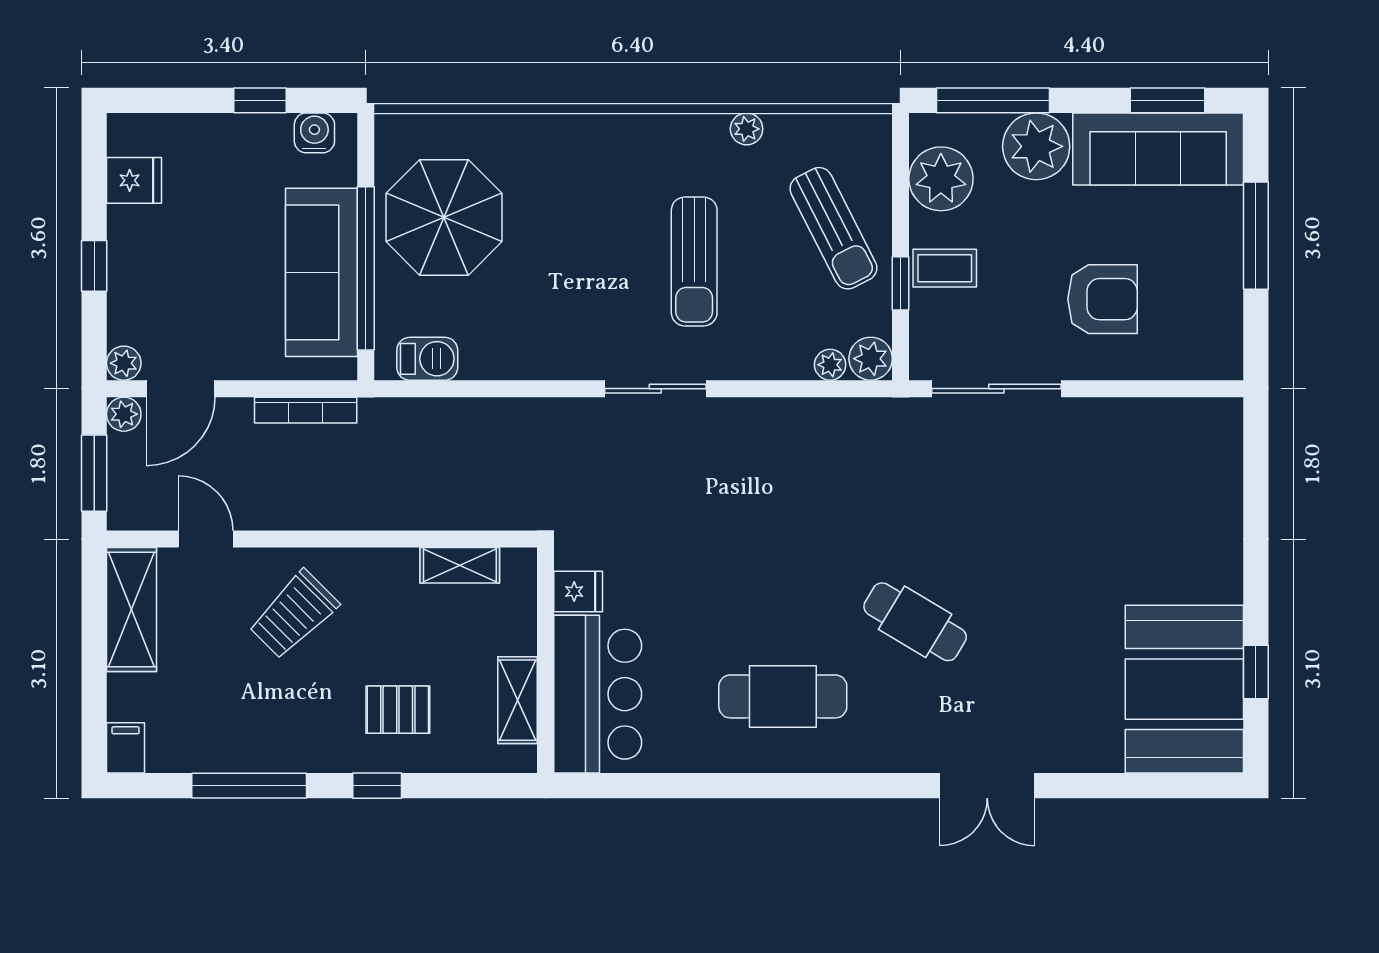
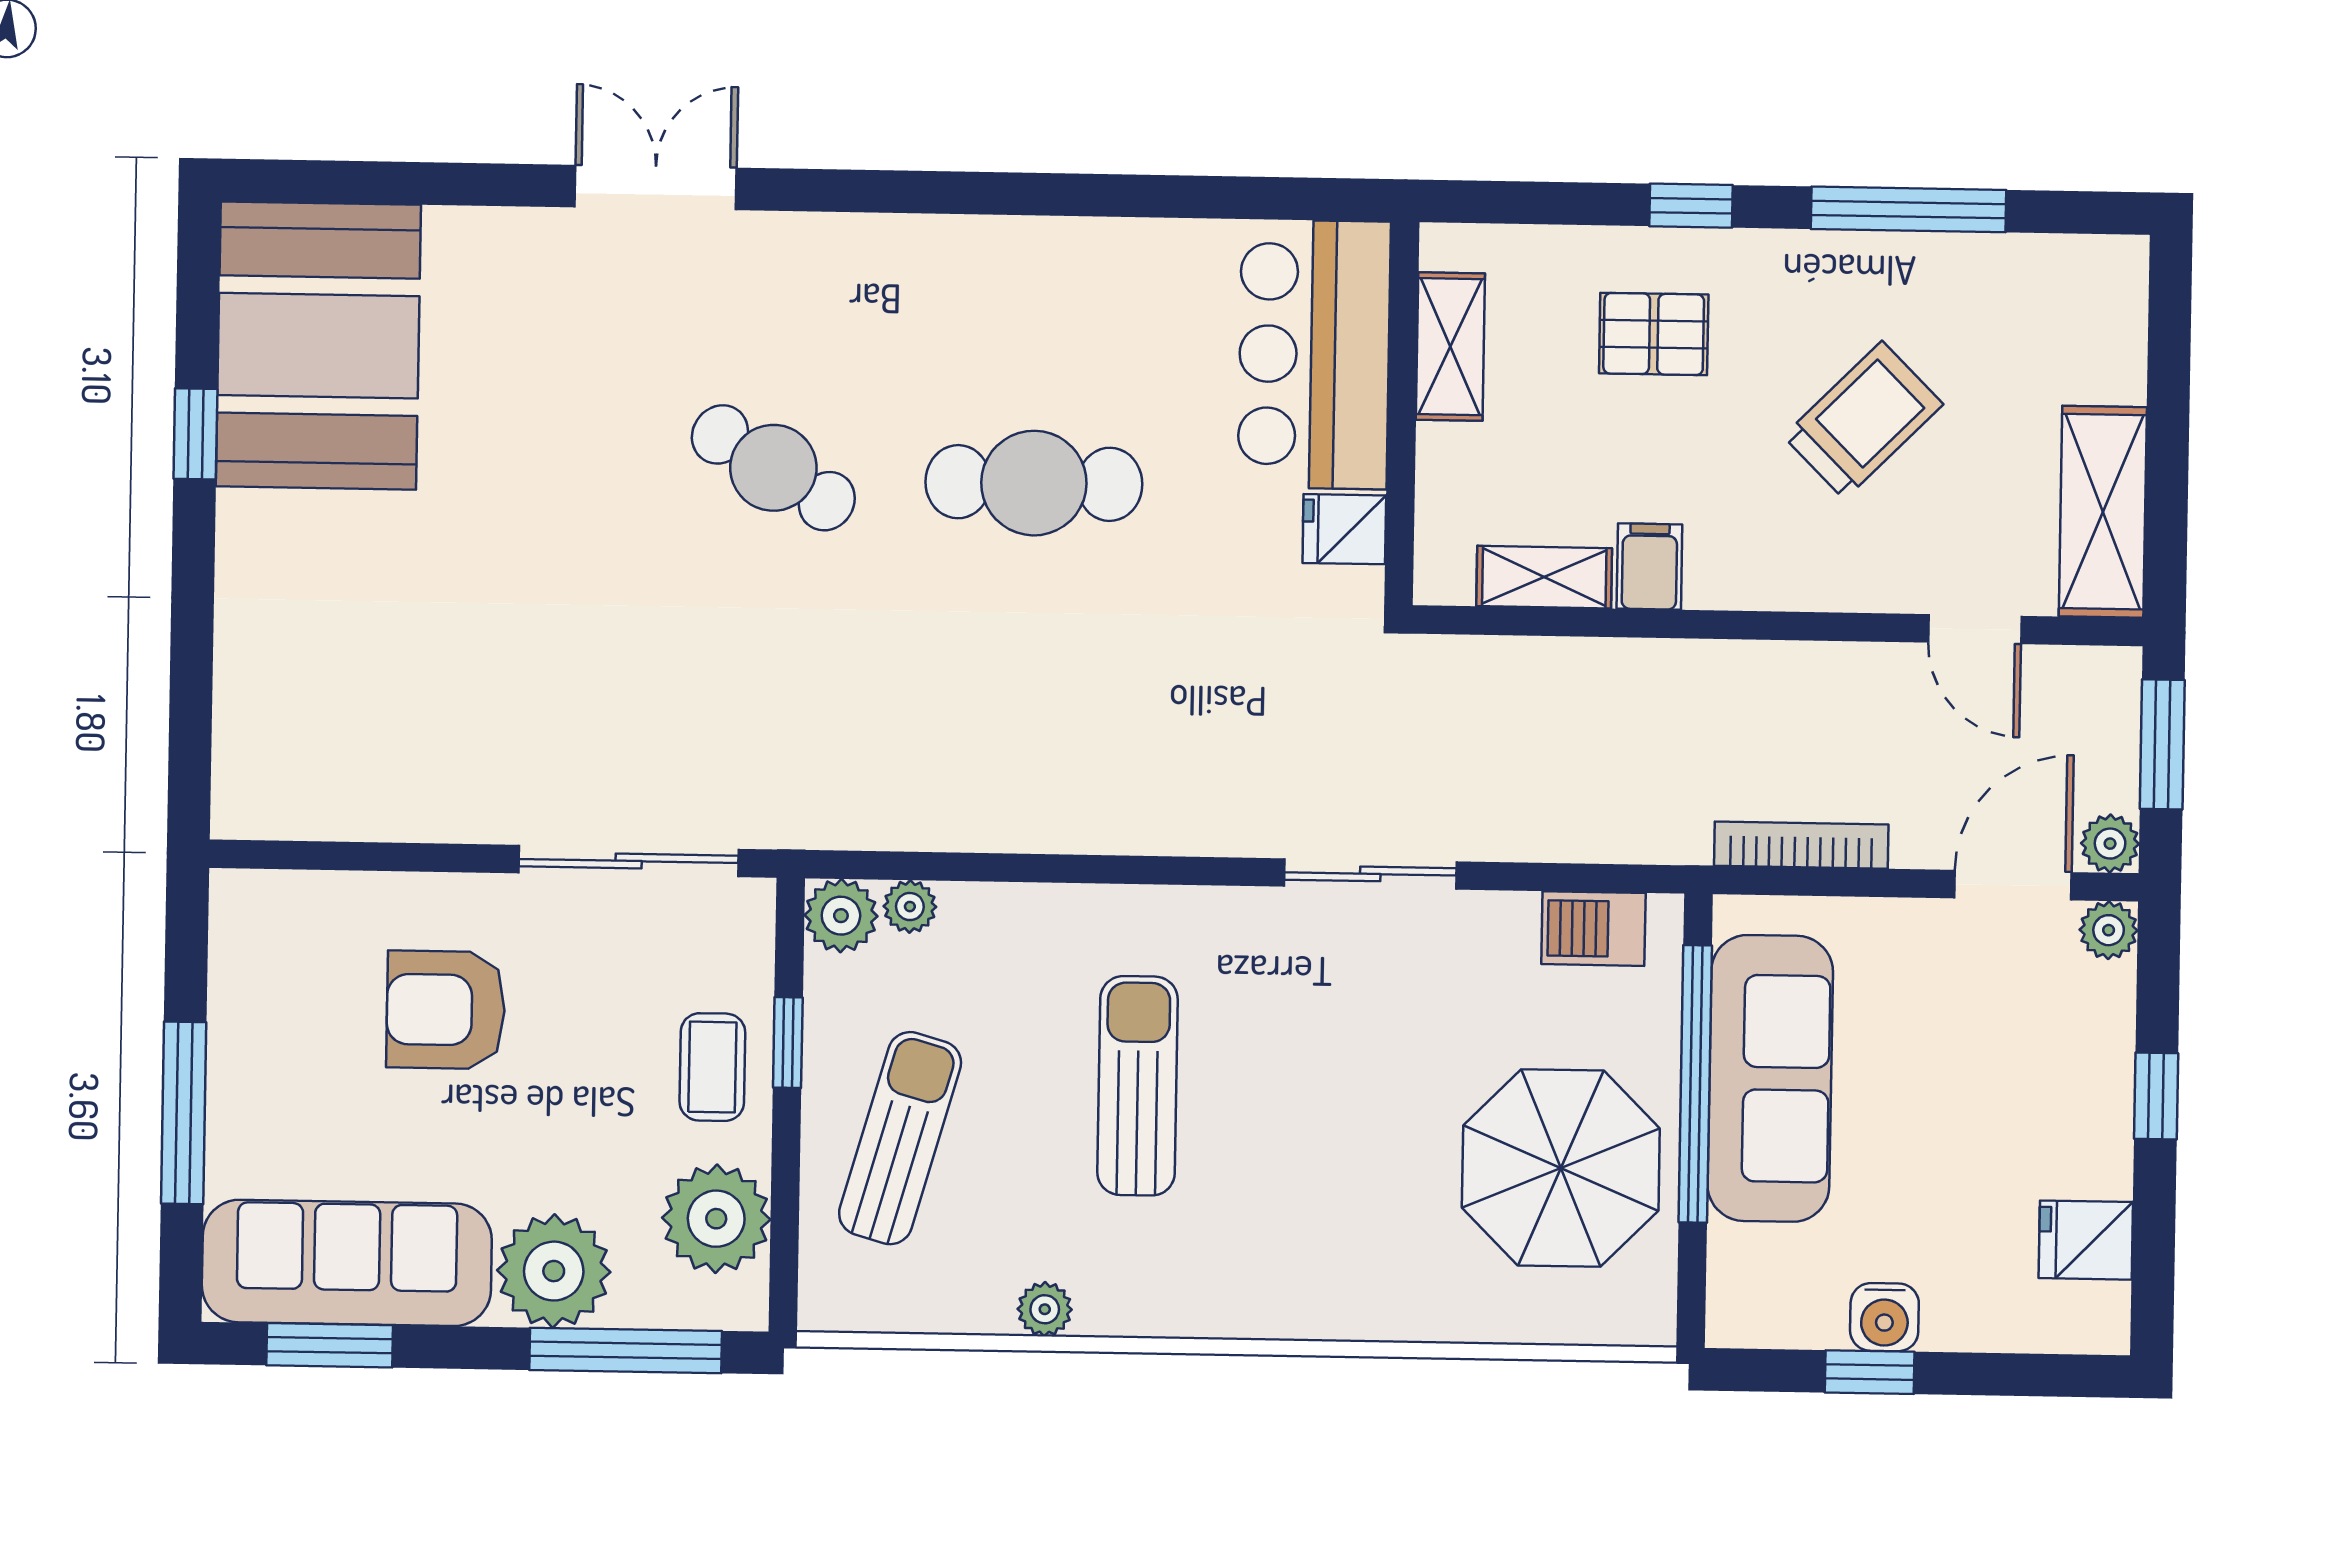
water cooler: (314, 133) -> (1884, 1317), moved
sun lounger: (833, 228) -> (900, 1138), turned 43
coffee table: (945, 268) -> (712, 1067), turned 90
sliding door: (655, 389) -> (1370, 874), moved
trolley: (294, 614) -> (1863, 420), moved
window: (1256, 672) -> (195, 434), moved
cafe table: (783, 696) -> (1034, 483), moved
filing cabinet: (126, 748) -> (1649, 566), moved, turned 180

